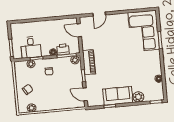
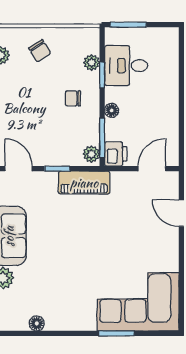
printer: (63, 49) -> (116, 154), moved
door: (85, 94) -> (19, 169), hinge flipped

